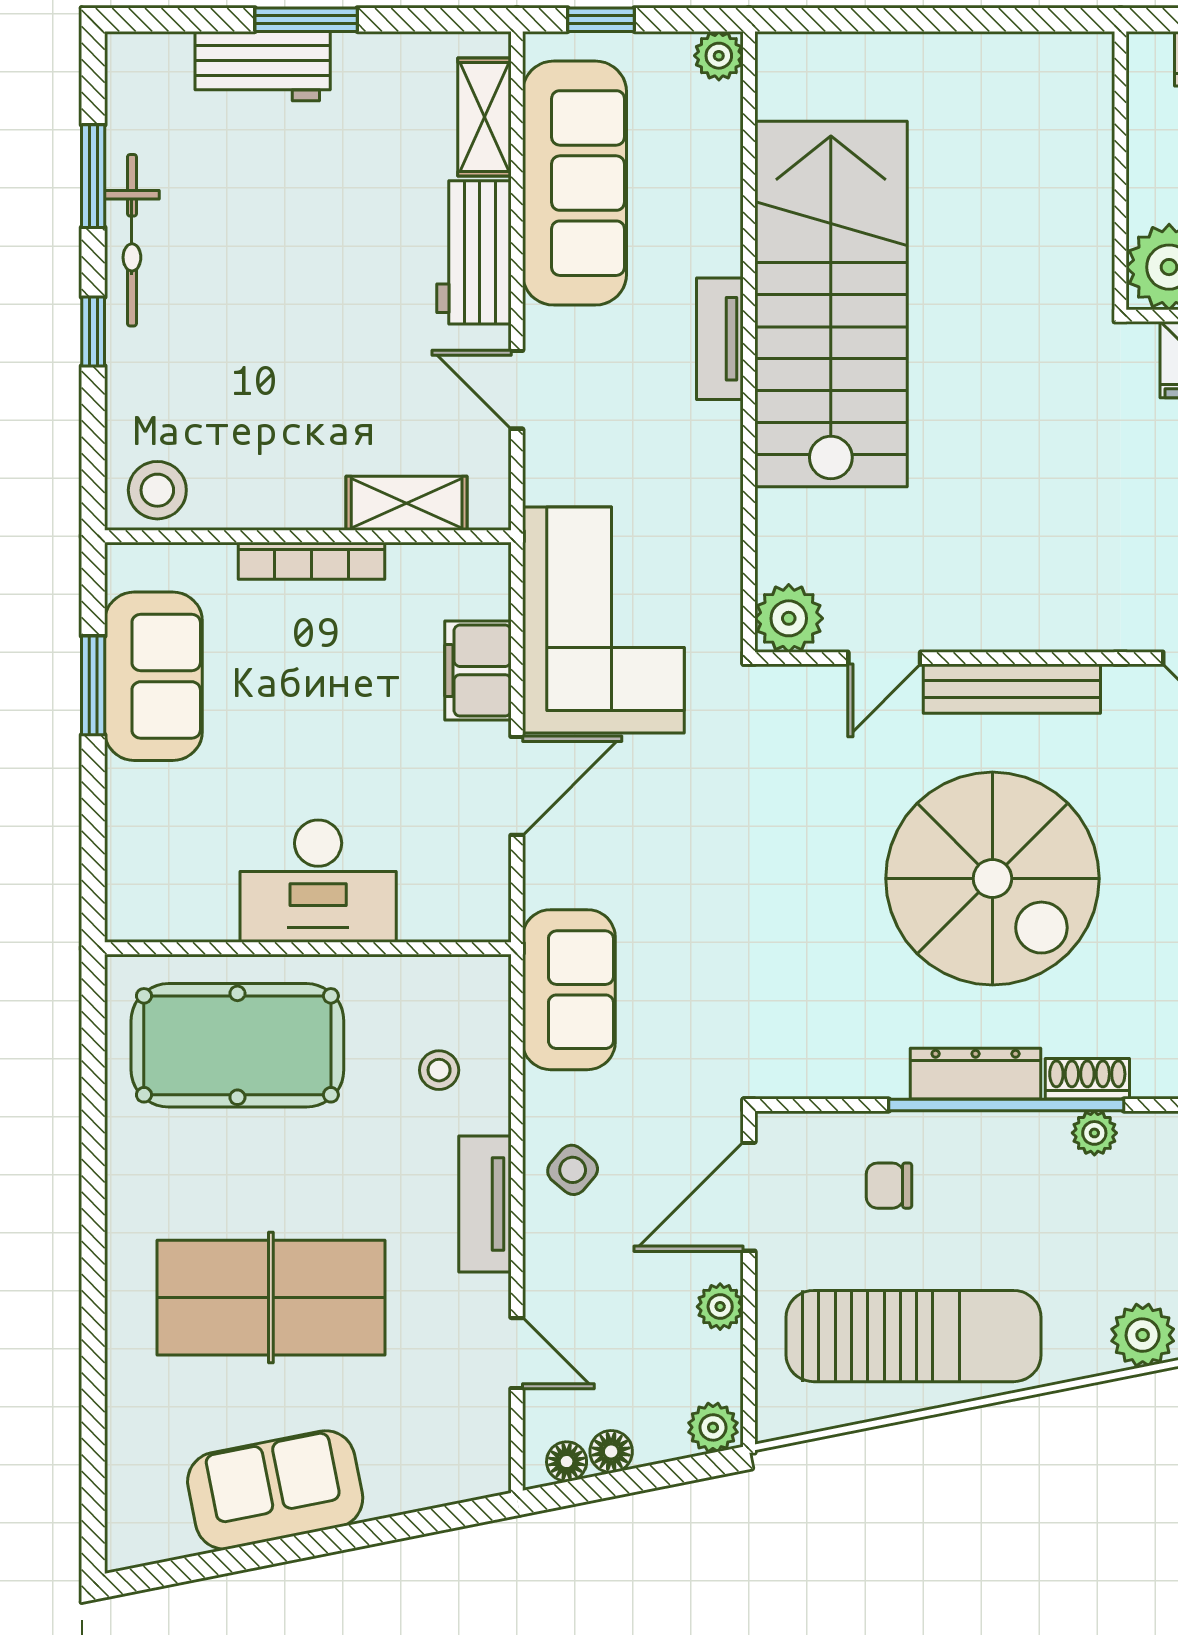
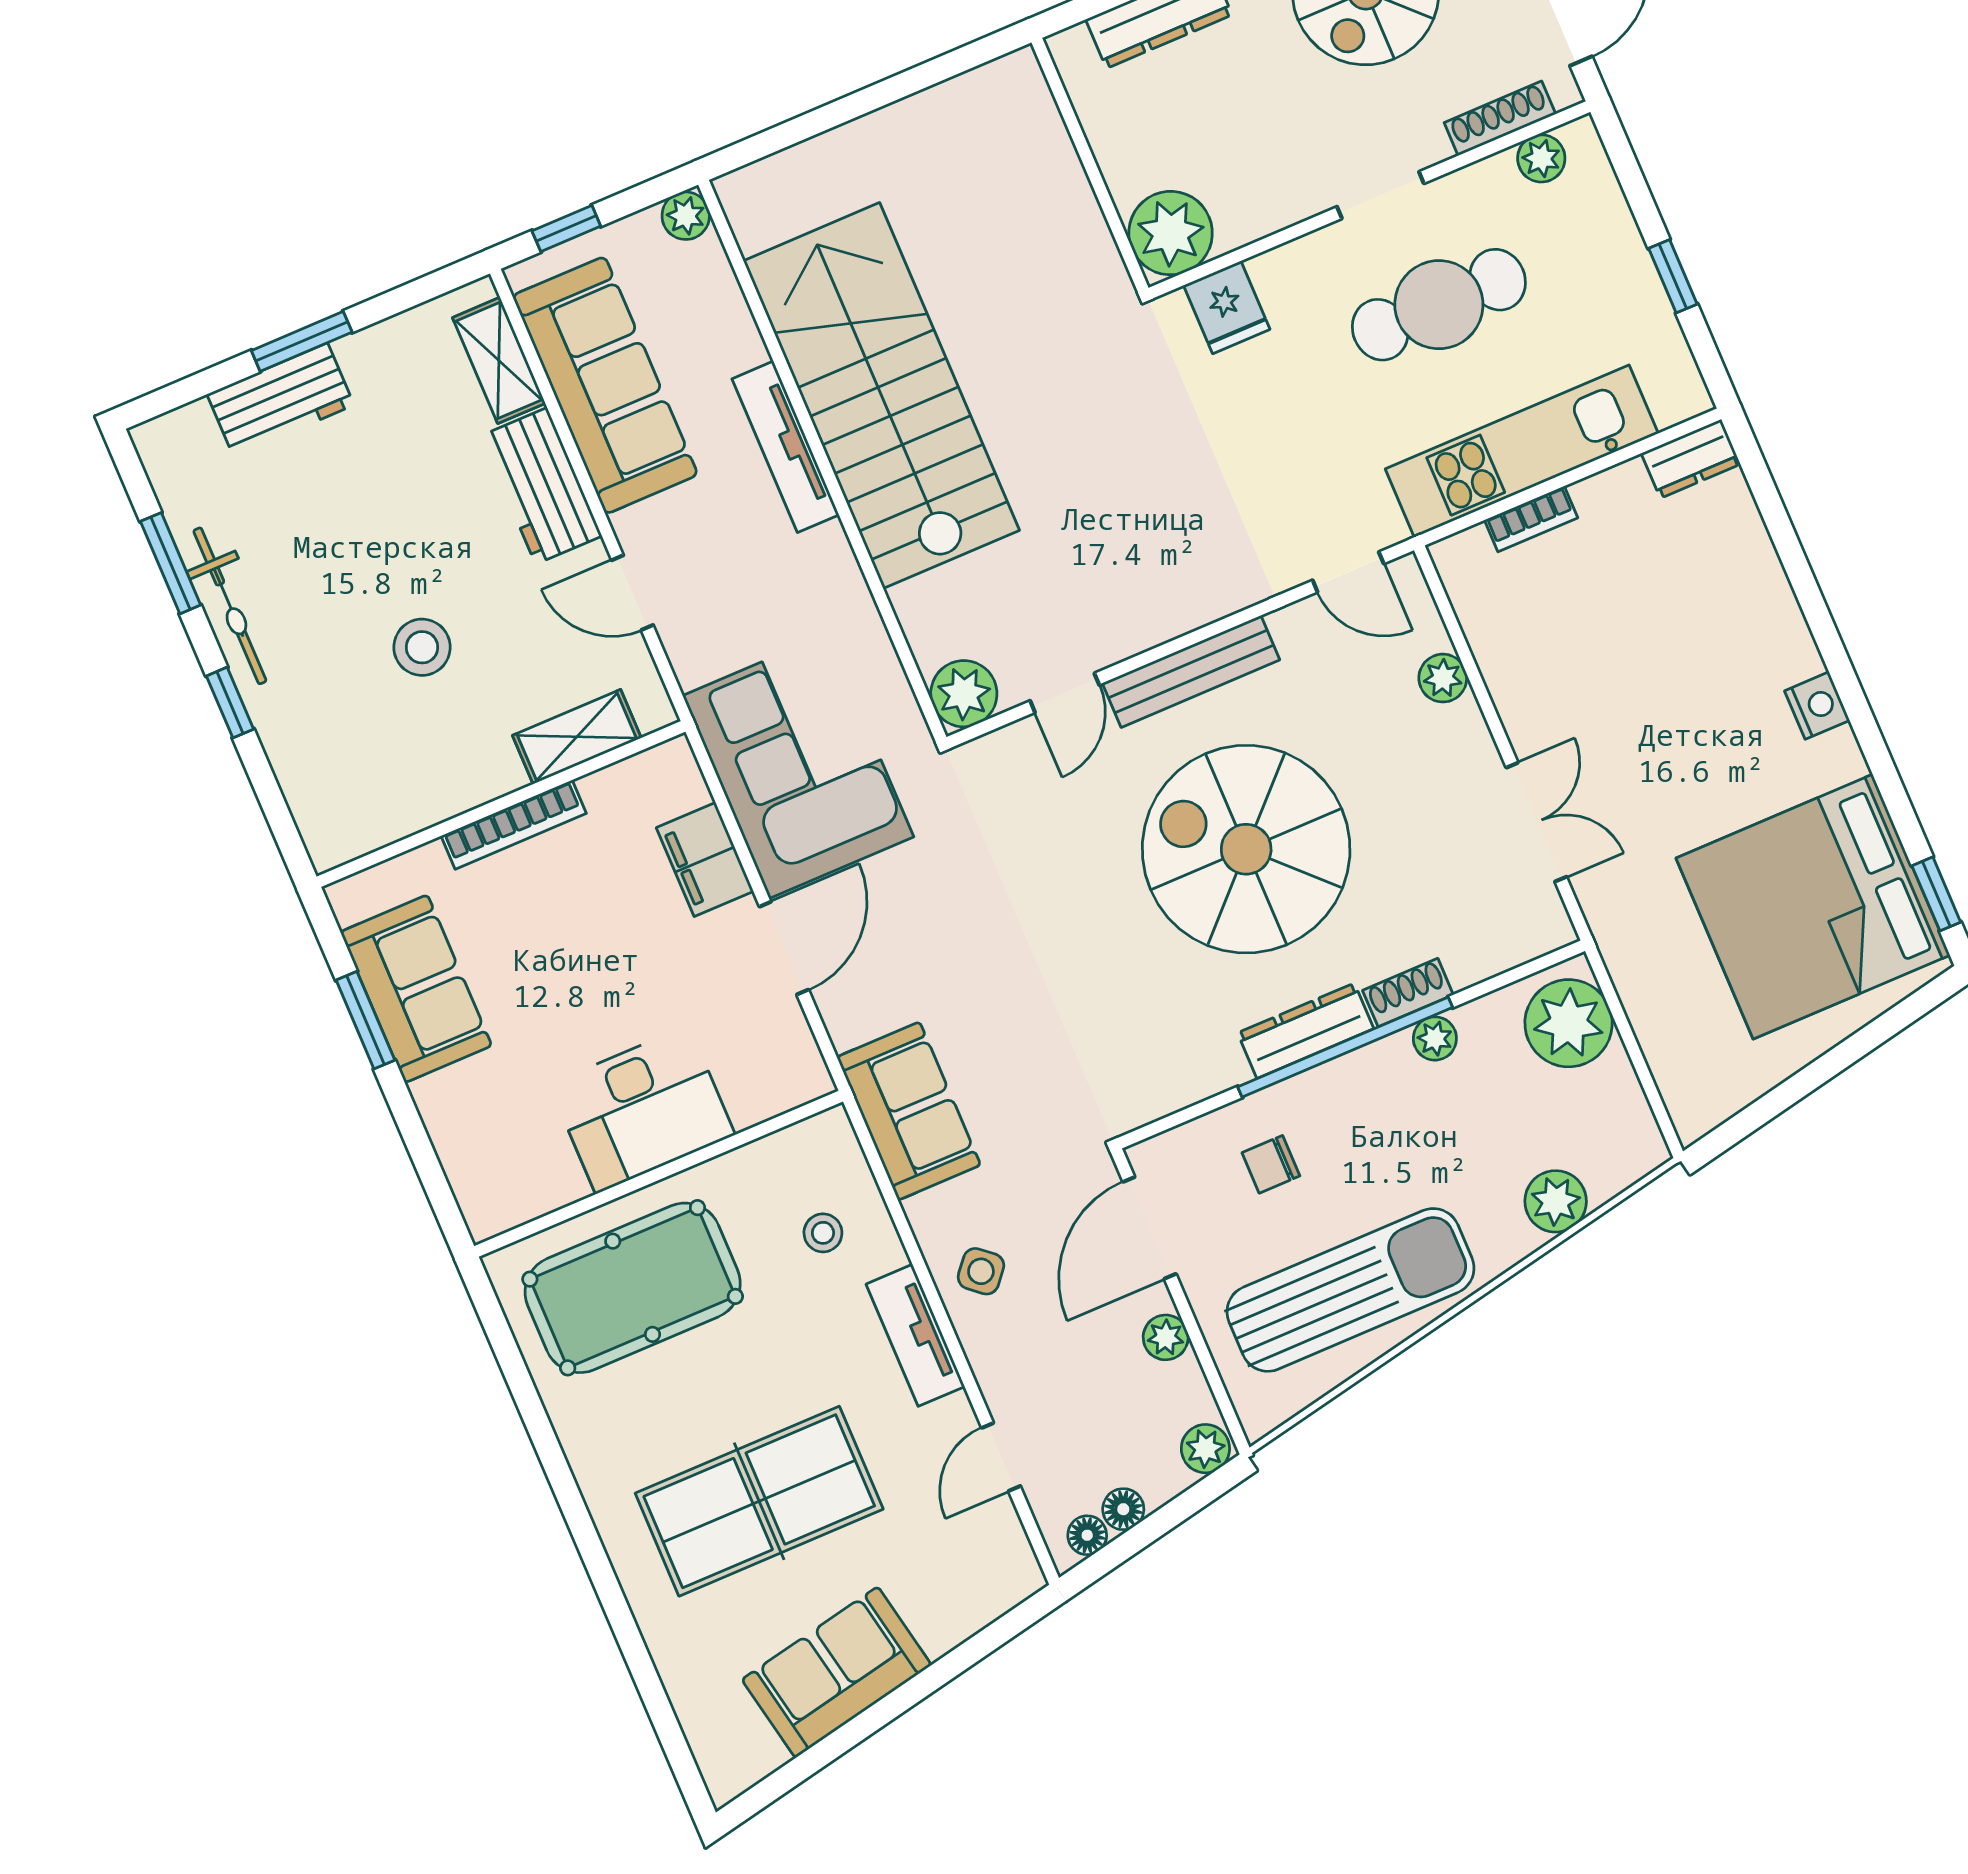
tv unit: (720, 339) -> (786, 447), width x1.41
stool: (157, 490) -> (422, 647), moved
spiral stairs: (992, 879) -> (1246, 849), turned 180
door: (517, 1353) -> (1001, 1457), swing flipped

